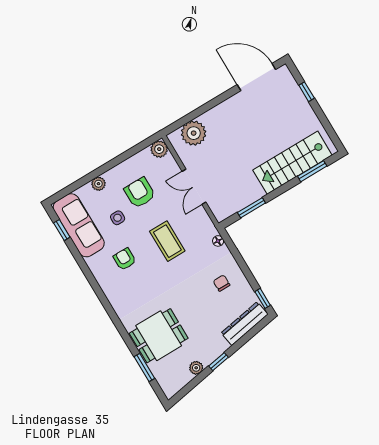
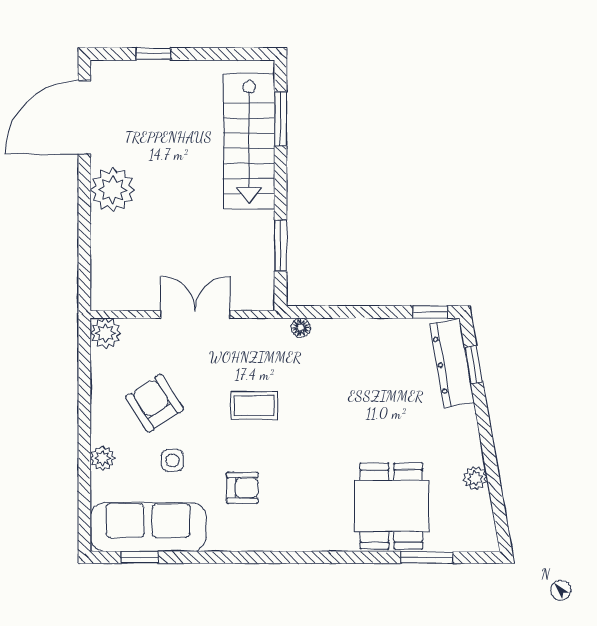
plant: (194, 133) -> (113, 190), moved
double door: (194, 187) -> (195, 314), swing flipped
armchair: (140, 193) -> (154, 403), turned 57
coffee table: (167, 241) -> (254, 405), width x0.73, depth x0.77
armchair: (125, 259) -> (242, 488), turned 180
chair: (222, 283) -> (369, 361), removed
window: (219, 362) -> (474, 365), moved

